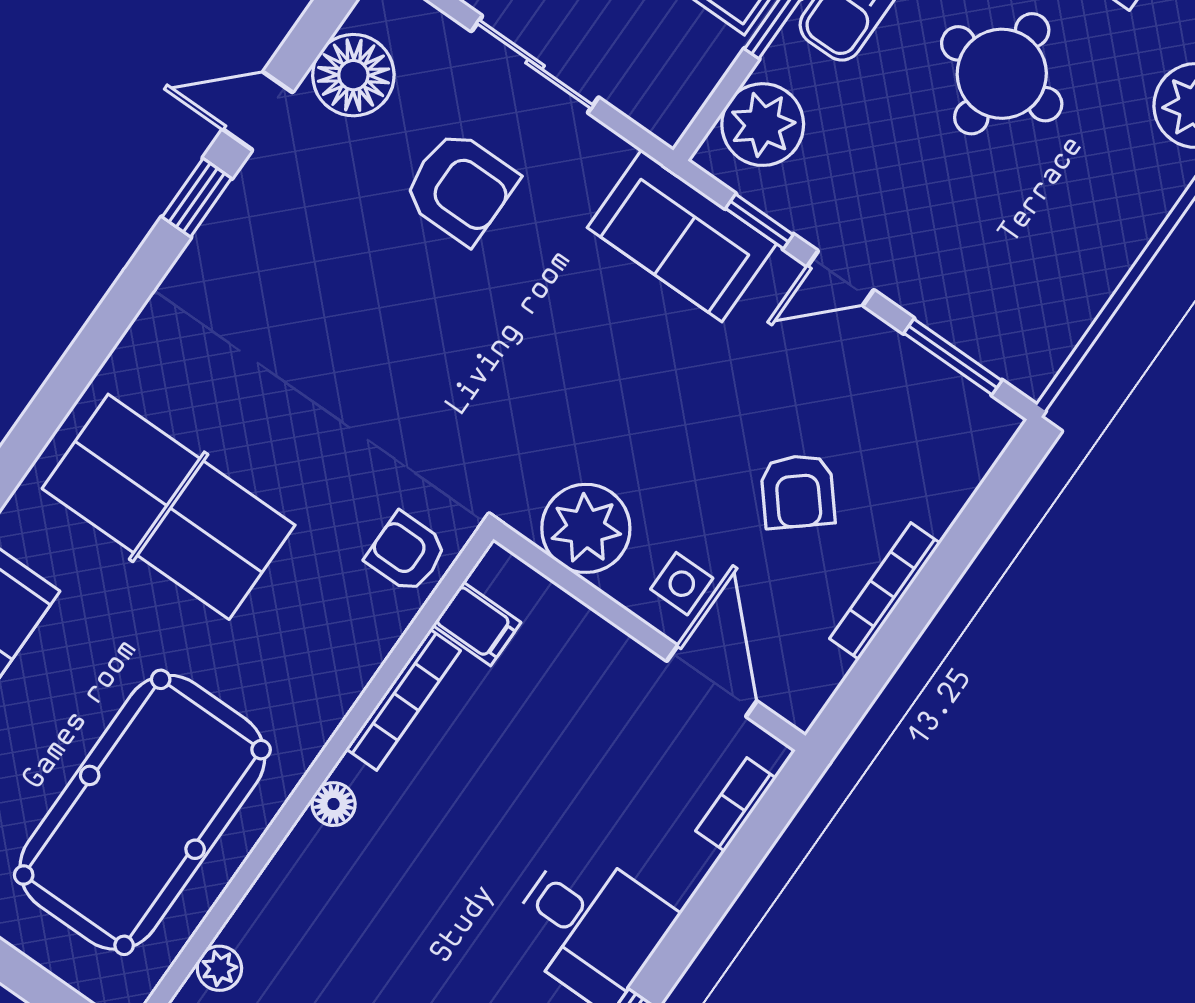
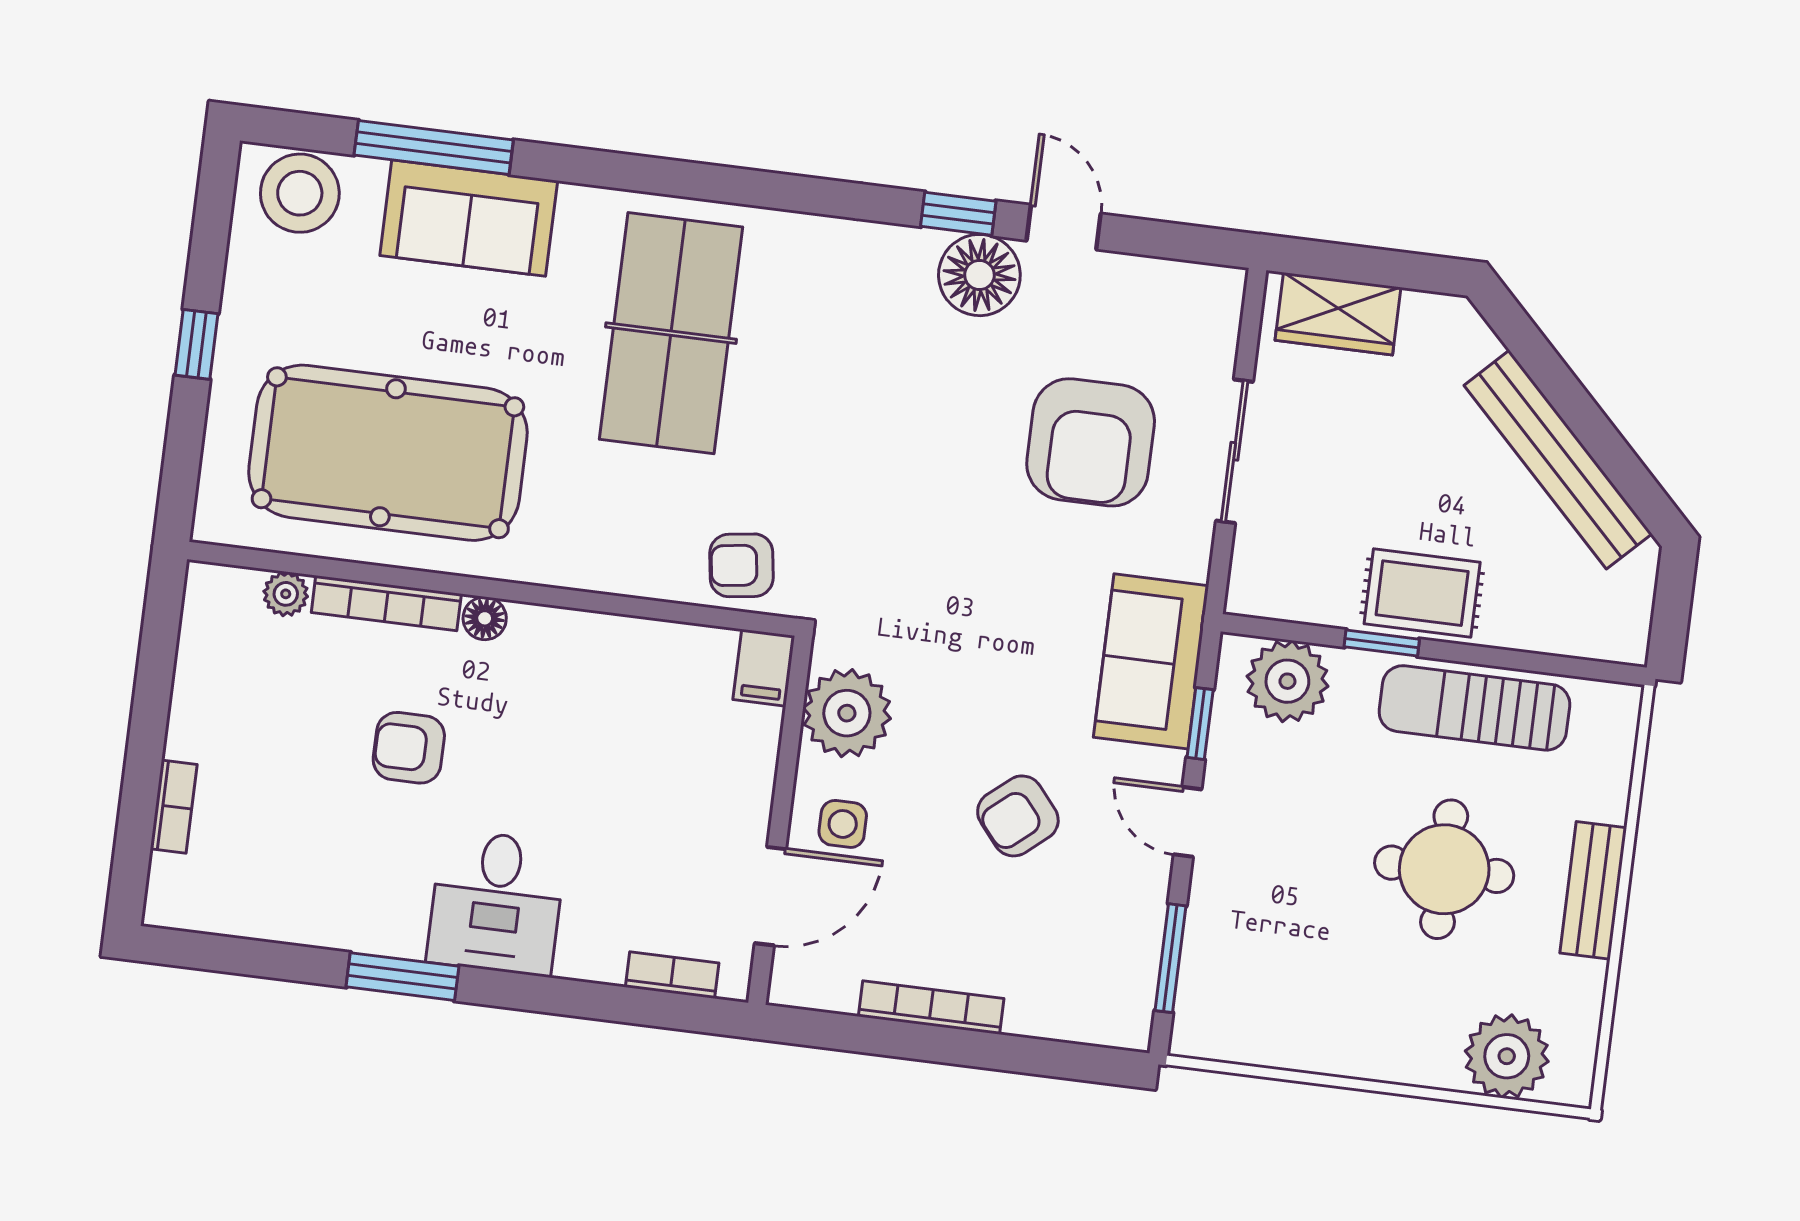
floor lamp: (353, 75) -> (979, 275), moved
armchair: (460, 187) -> (1091, 442), width x1.36, depth x1.36
armchair: (798, 491) -> (1018, 816), moved
armchair: (406, 553) -> (742, 565), turned -98
filing cabinet: (477, 624) -> (764, 668), moved
bookcase: (403, 700) -> (386, 603), moved
armchair: (413, 931) -> (409, 748), added

